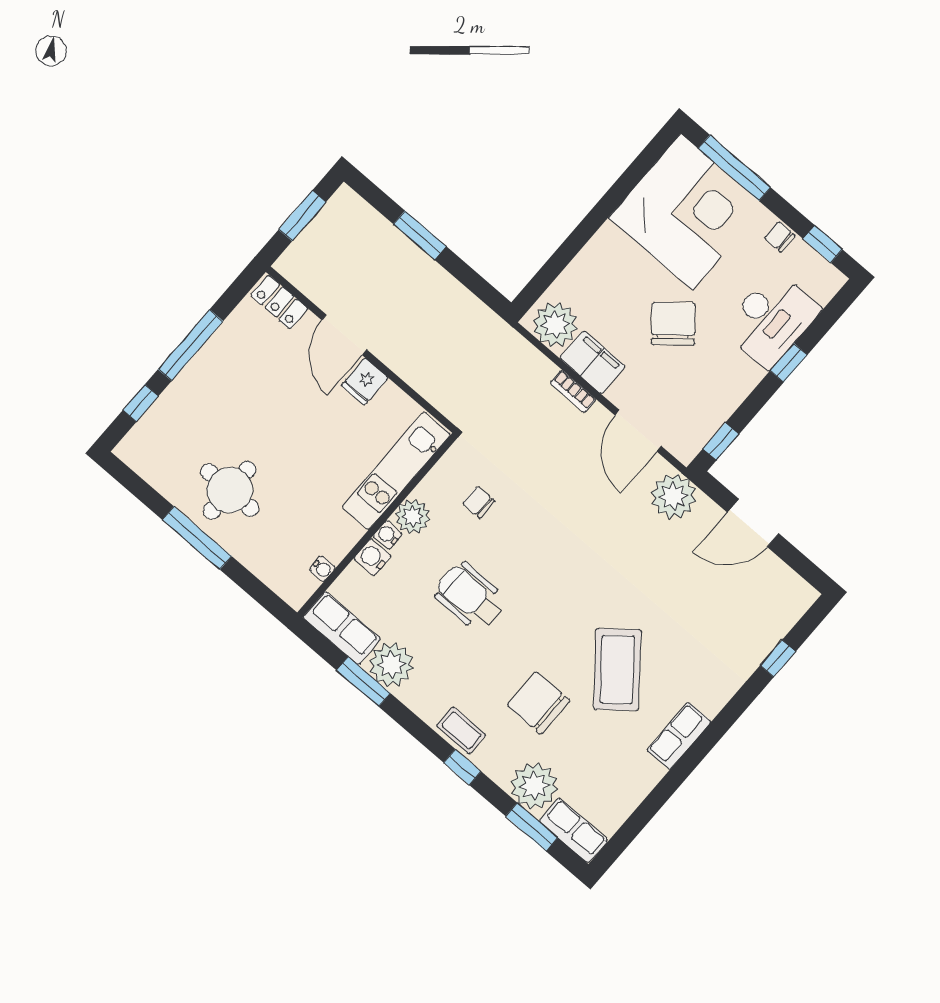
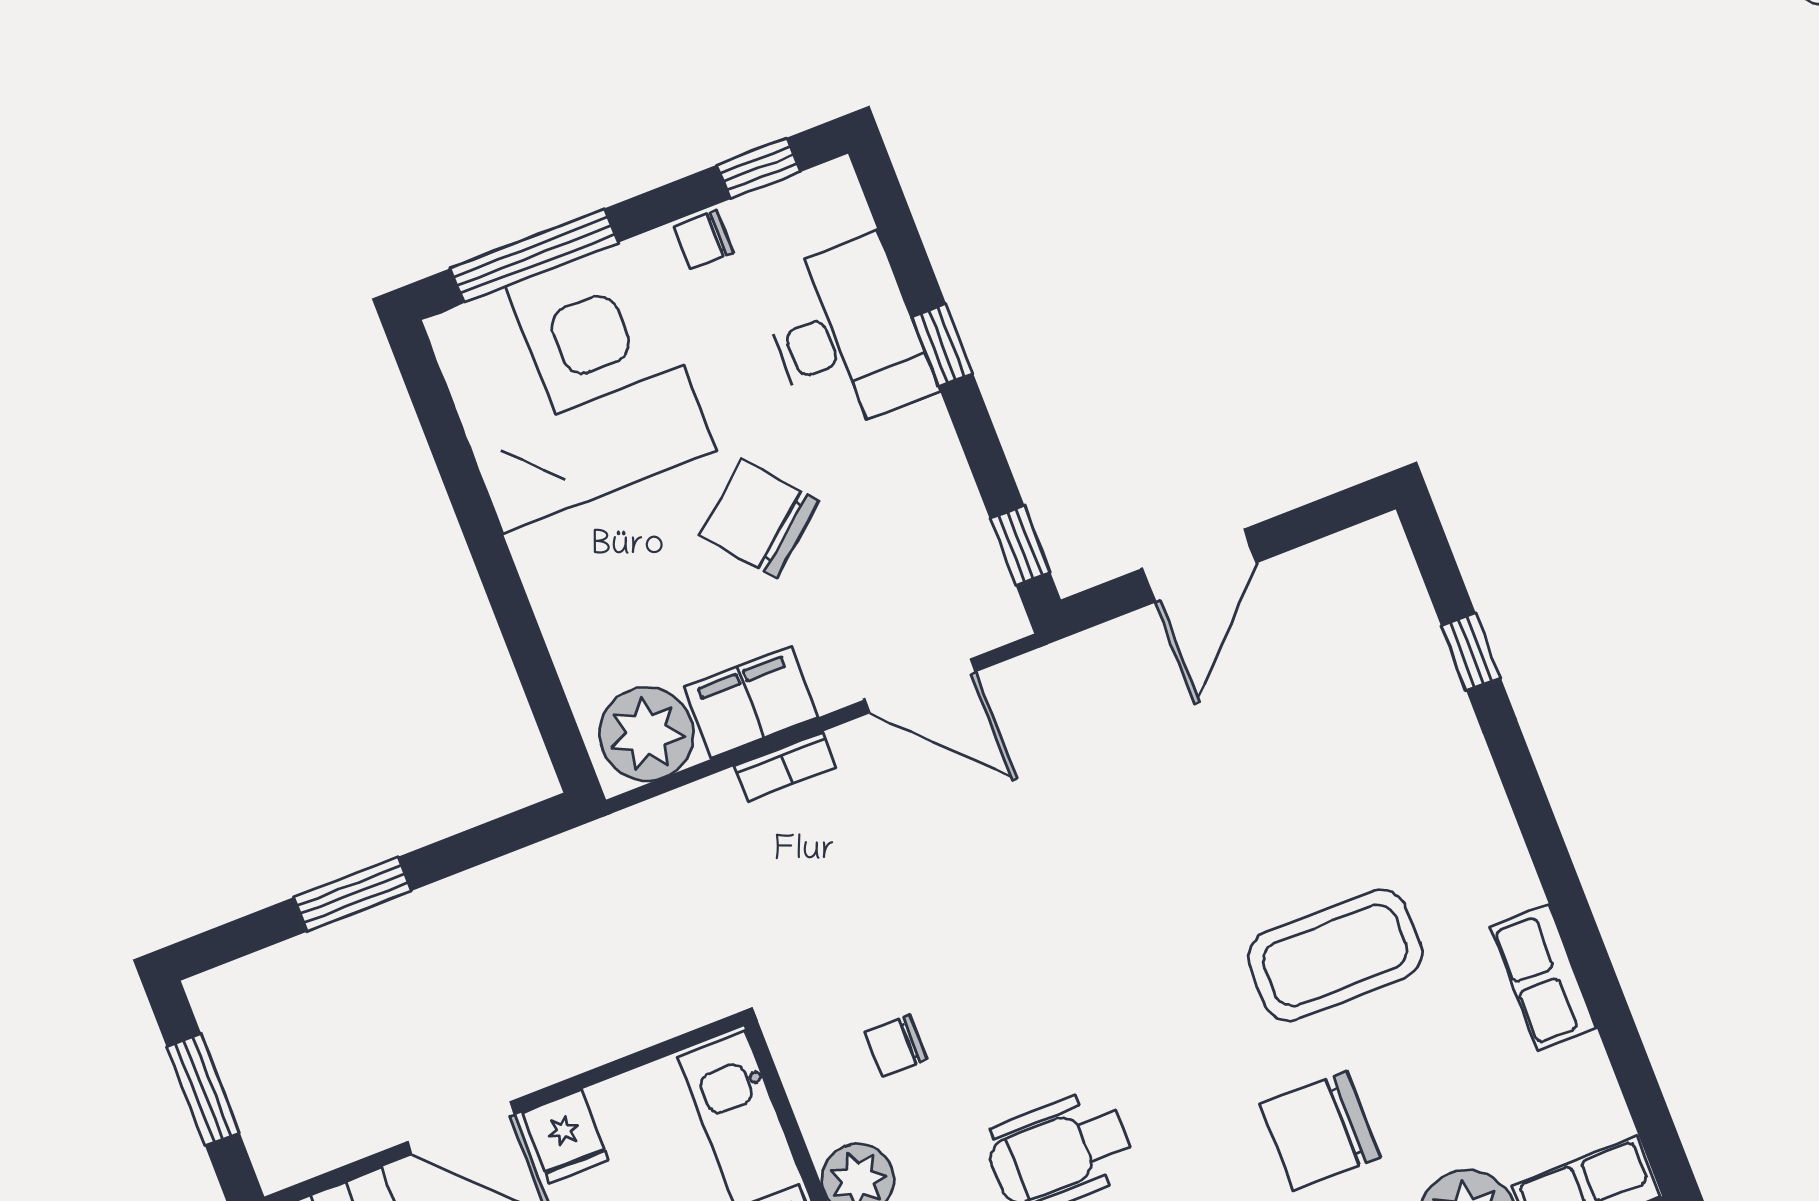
plant: (674, 496) -> (1074, 685), removed
coffee table: (617, 670) -> (1335, 955), turned -51
row of seats: (679, 736) -> (1543, 977), moved

